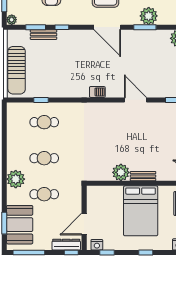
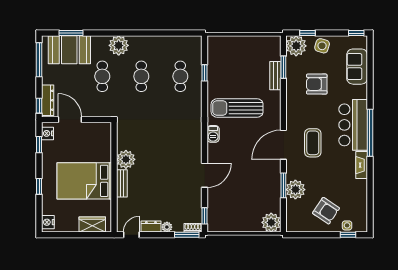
plant: (12, 20) -> (296, 46), width x1.88, depth x1.88
window: (62, 27) -> (283, 96), removed
sun lounger: (17, 70) -> (237, 108), moved

